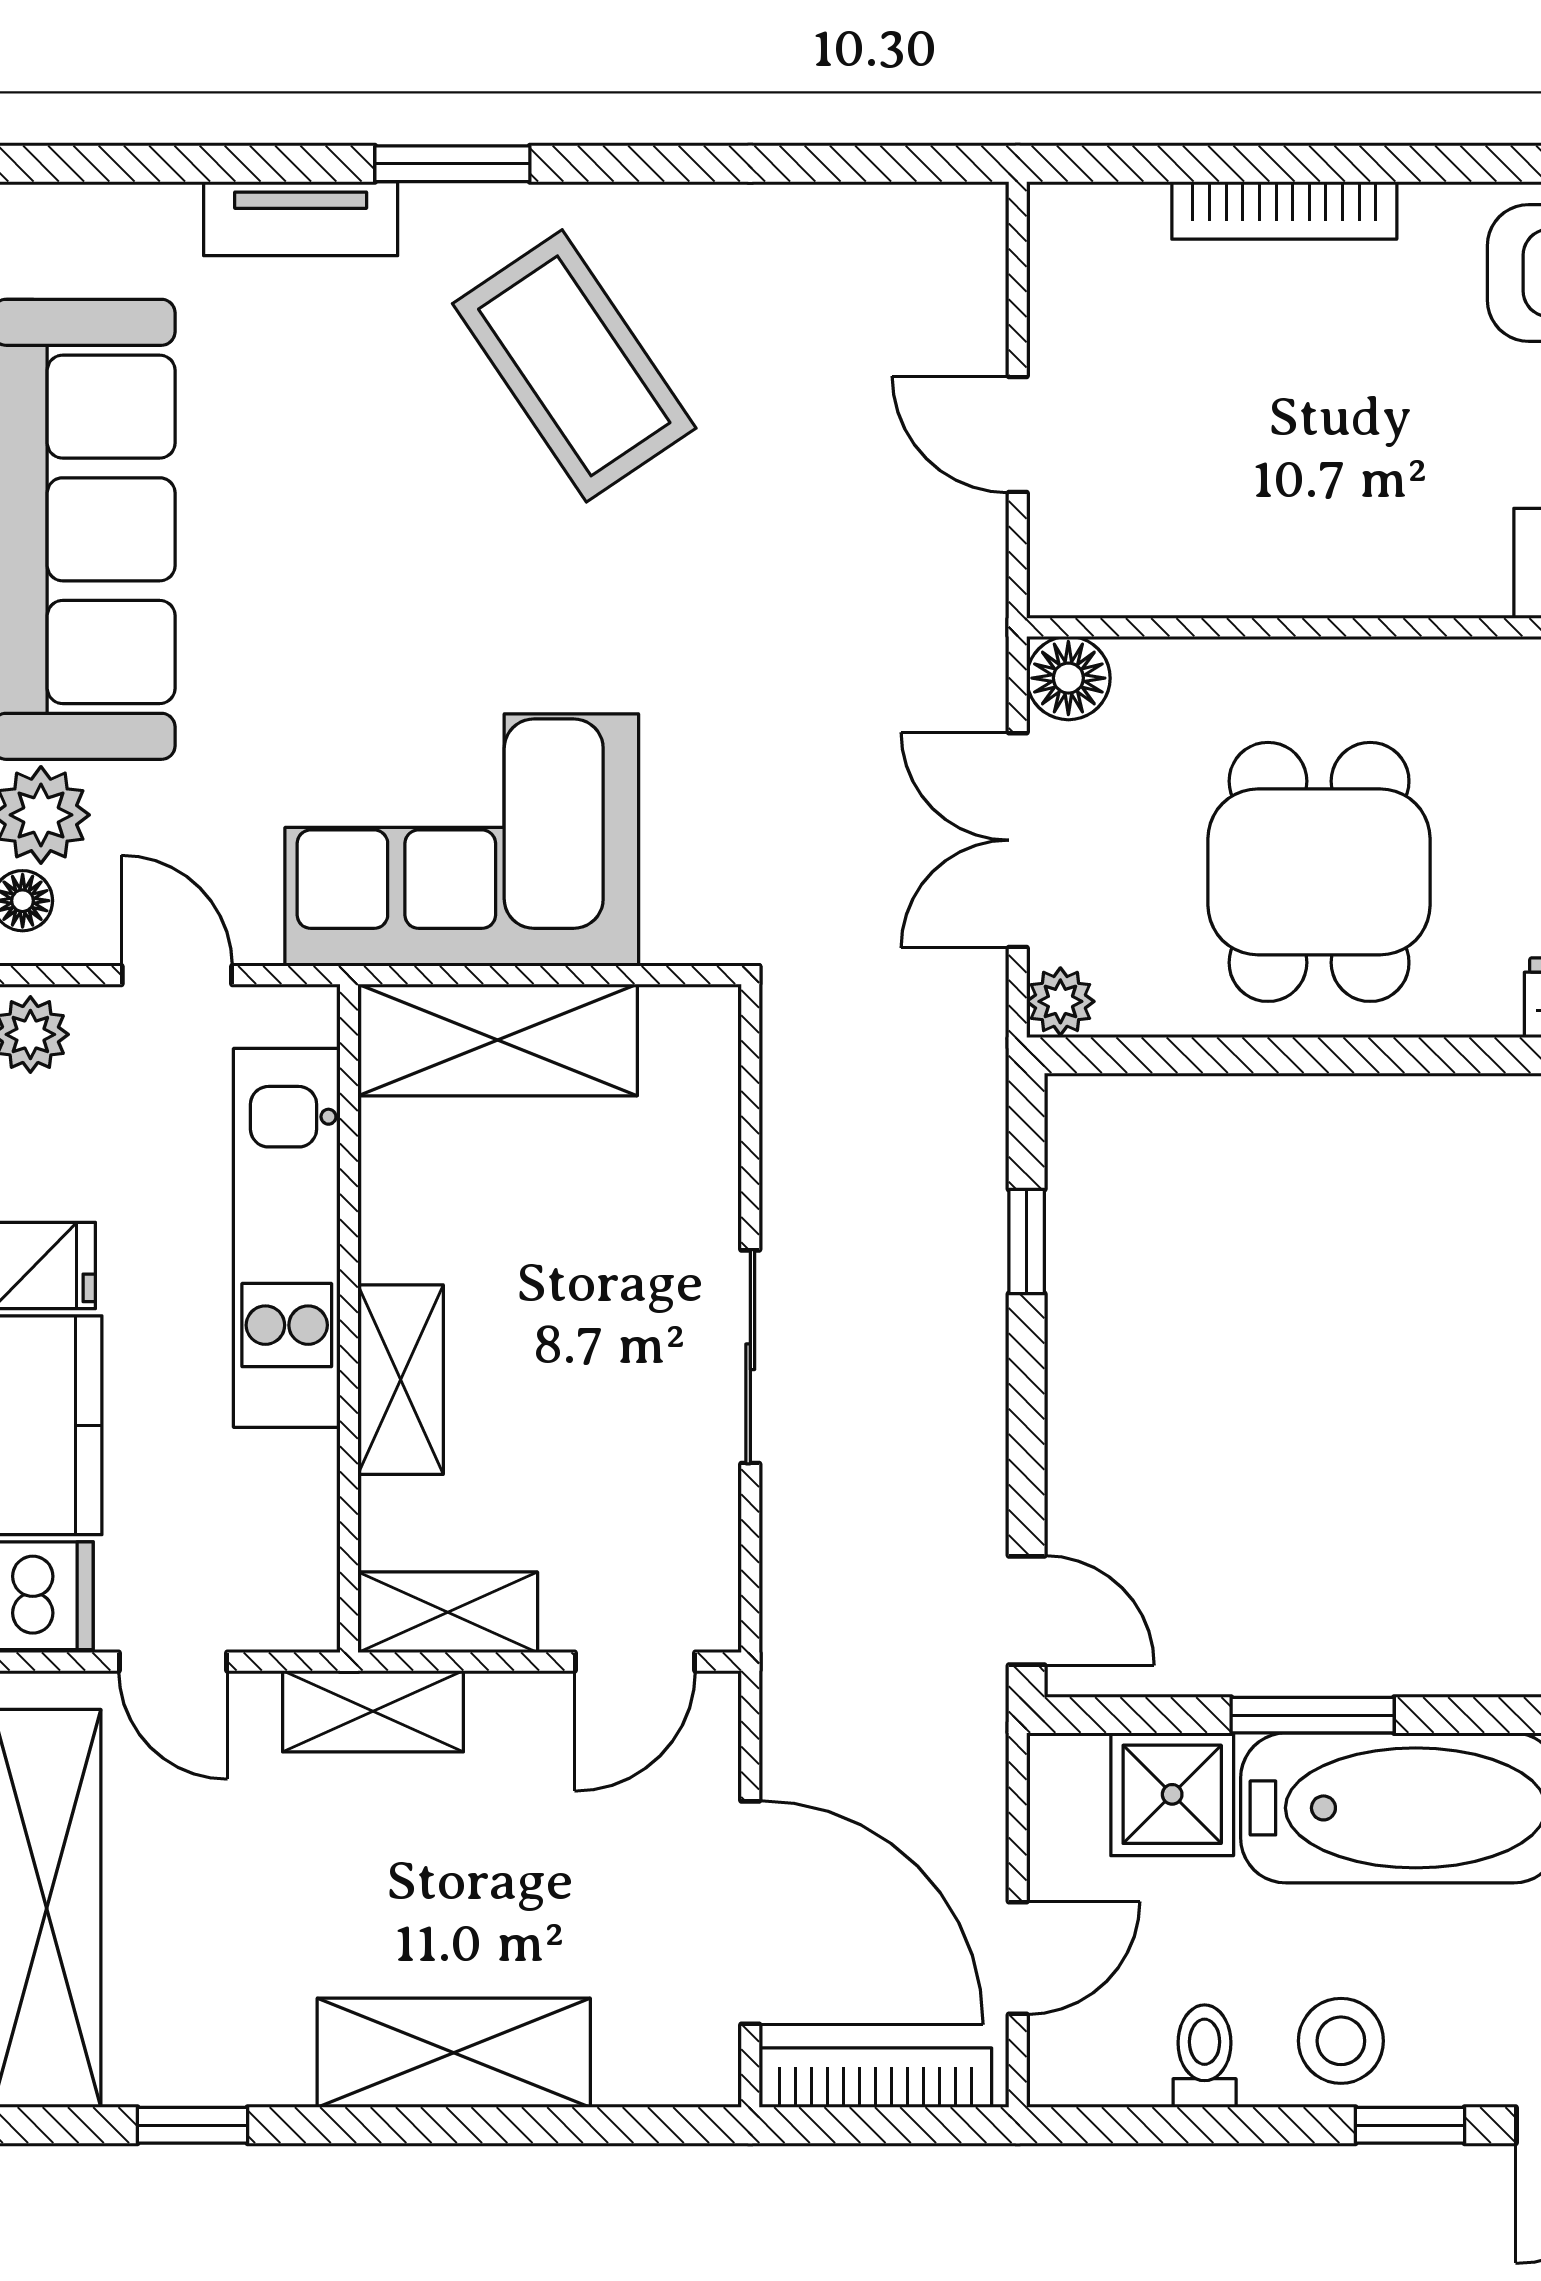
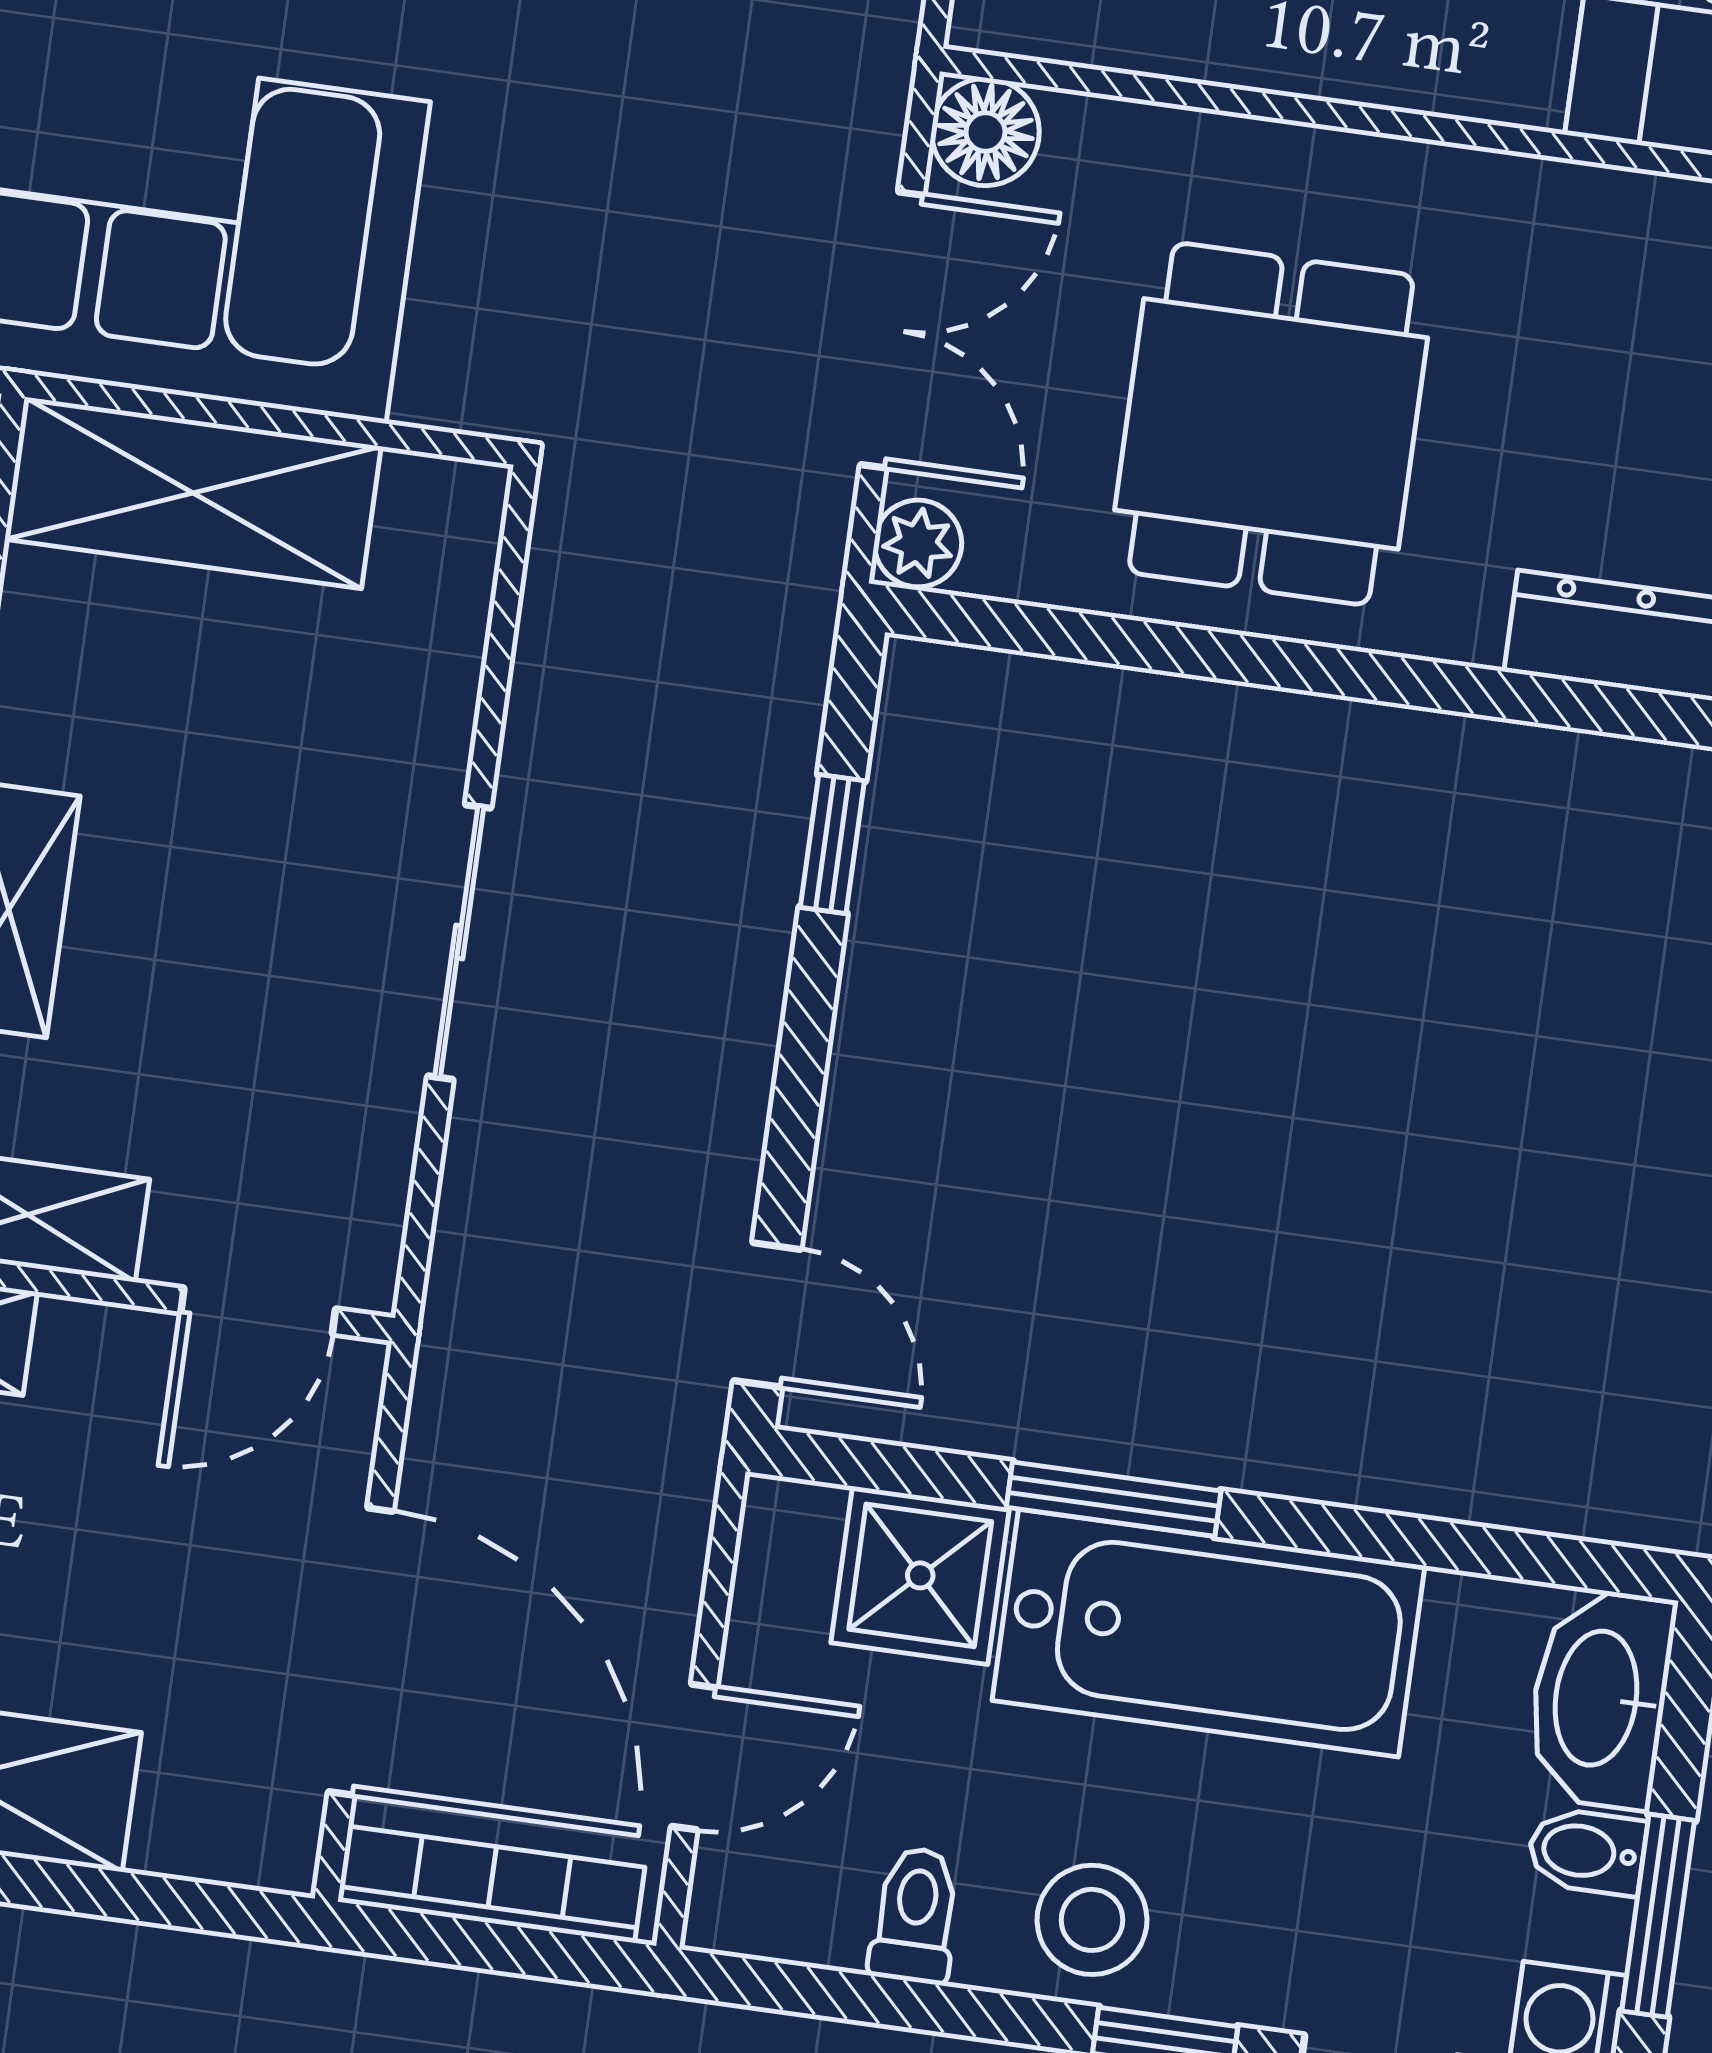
double door: (1018, 840) -> (892, 330), swing flipped

